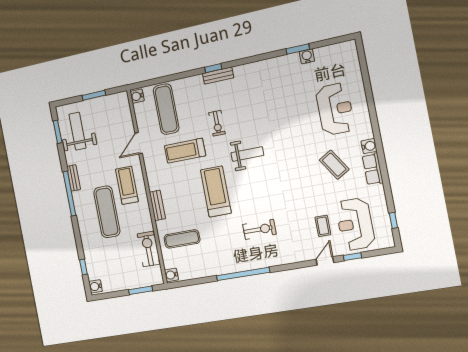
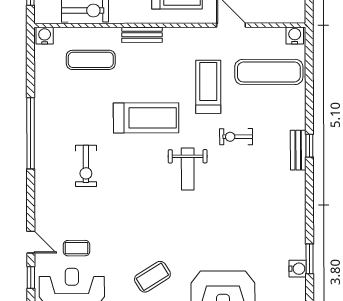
exercise mat: (182, 239) -> (91, 60), turned 90

